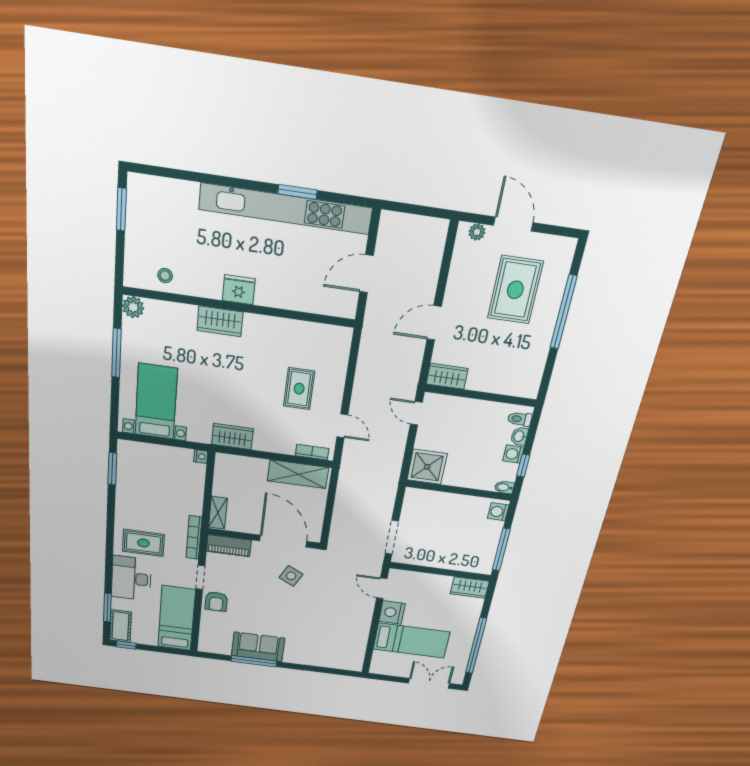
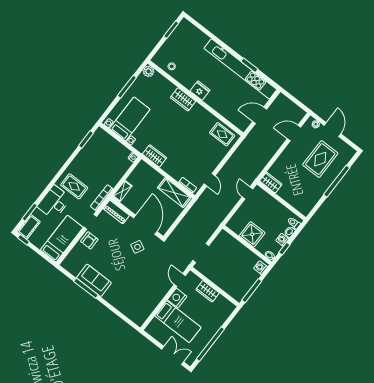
door: (434, 323) -> (294, 133), moved
rug: (299, 389) -> (222, 134), moved, turned 90
shower: (427, 467) -> (252, 234), moved
wardrobe: (470, 588) -> (207, 291), moved

